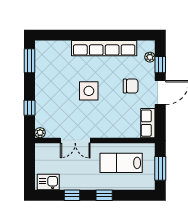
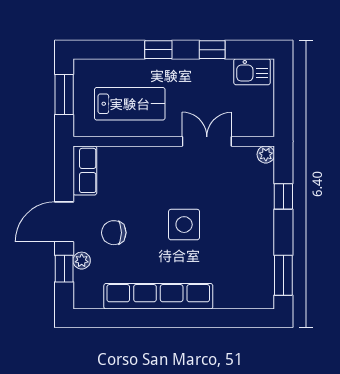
plant: (150, 57) -> (82, 261), moved

